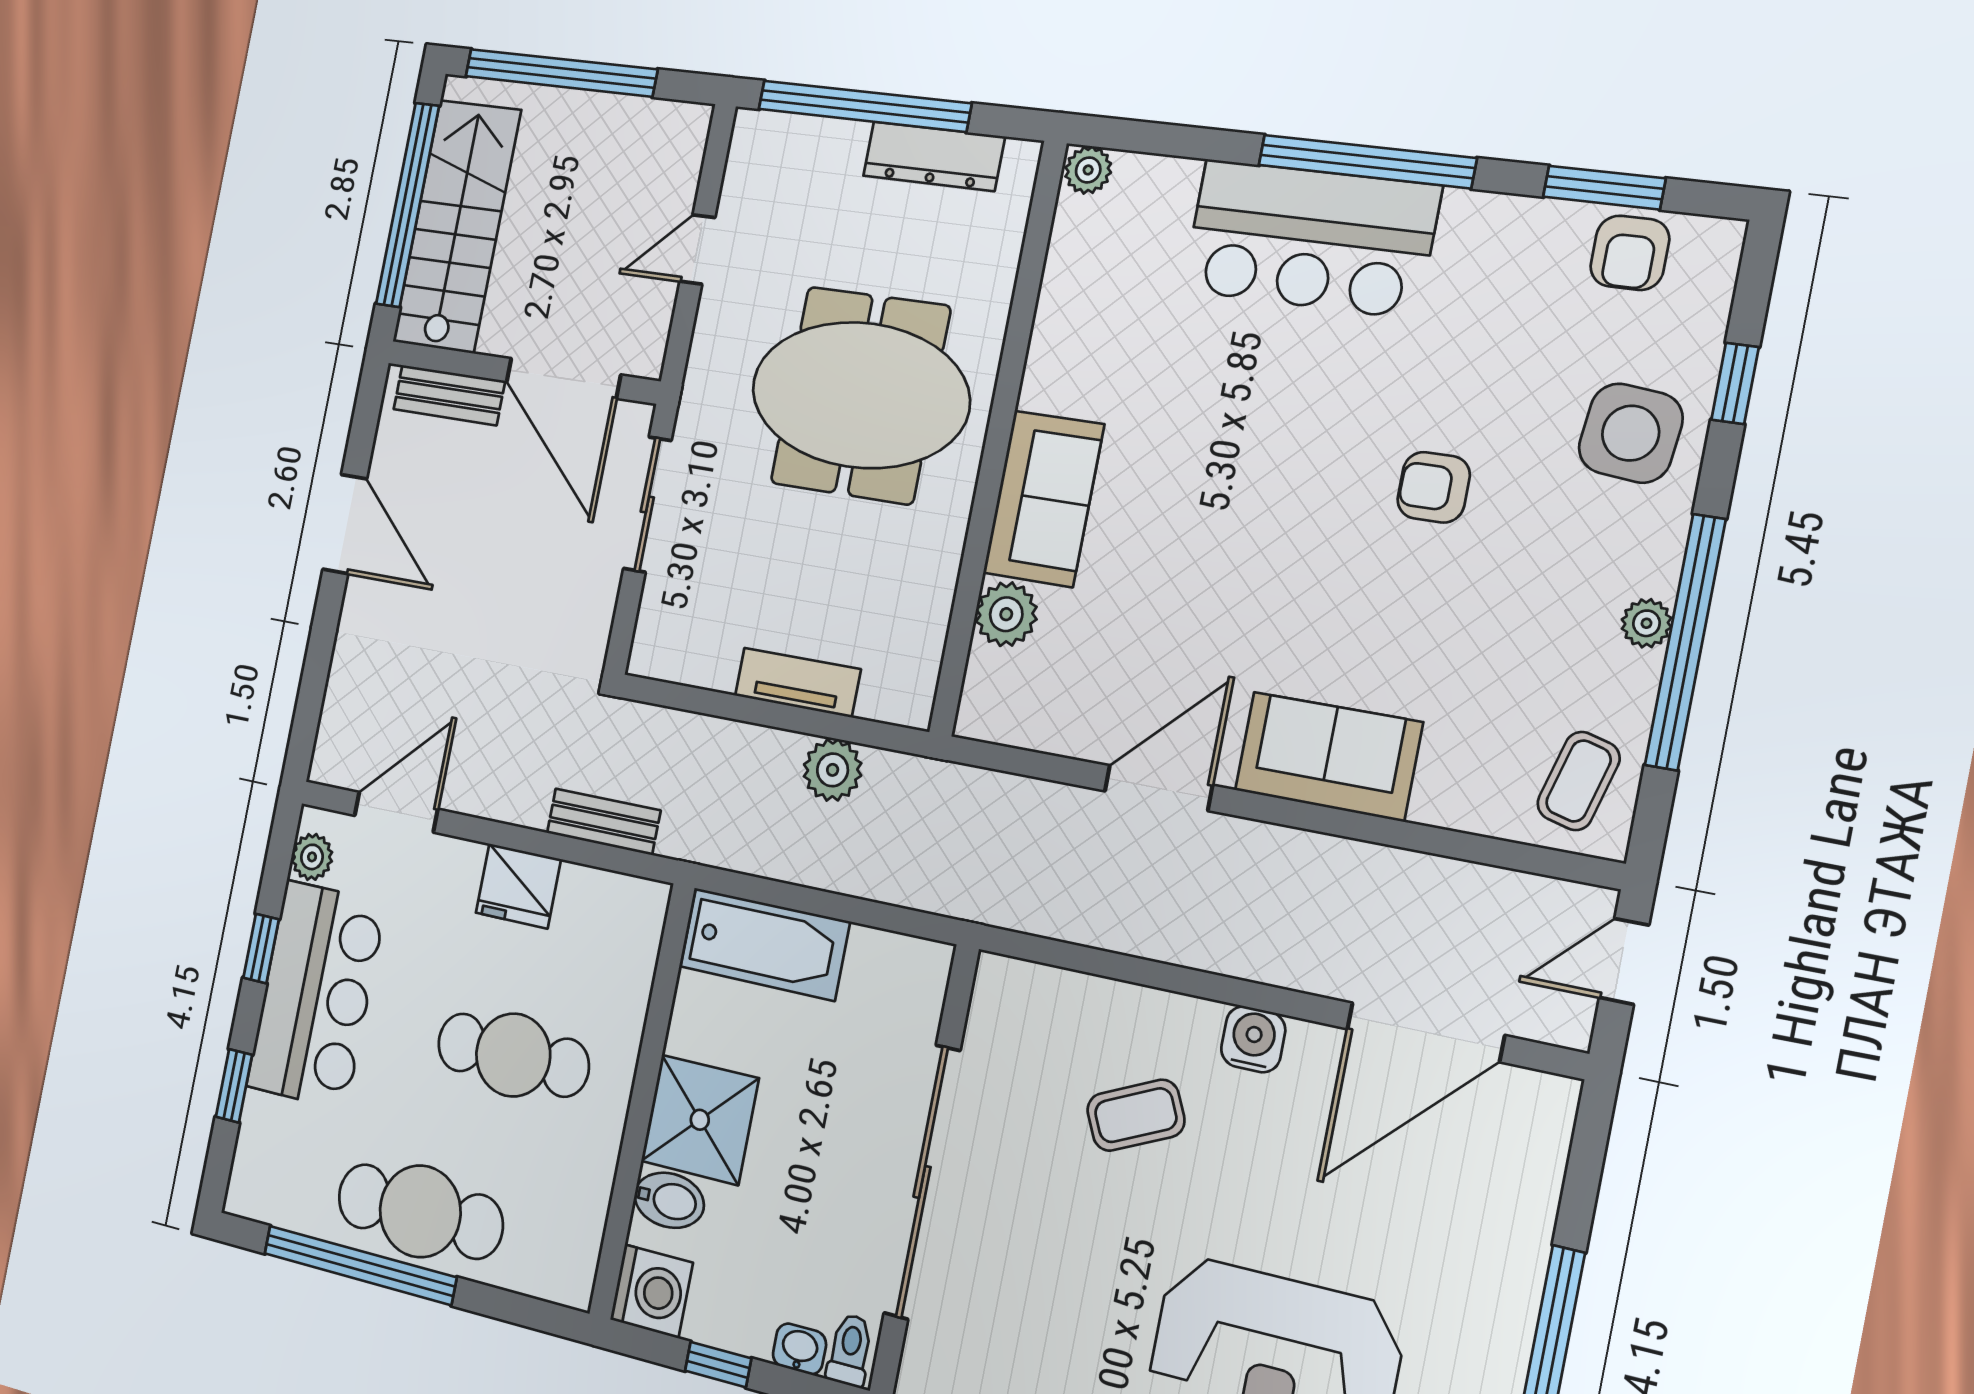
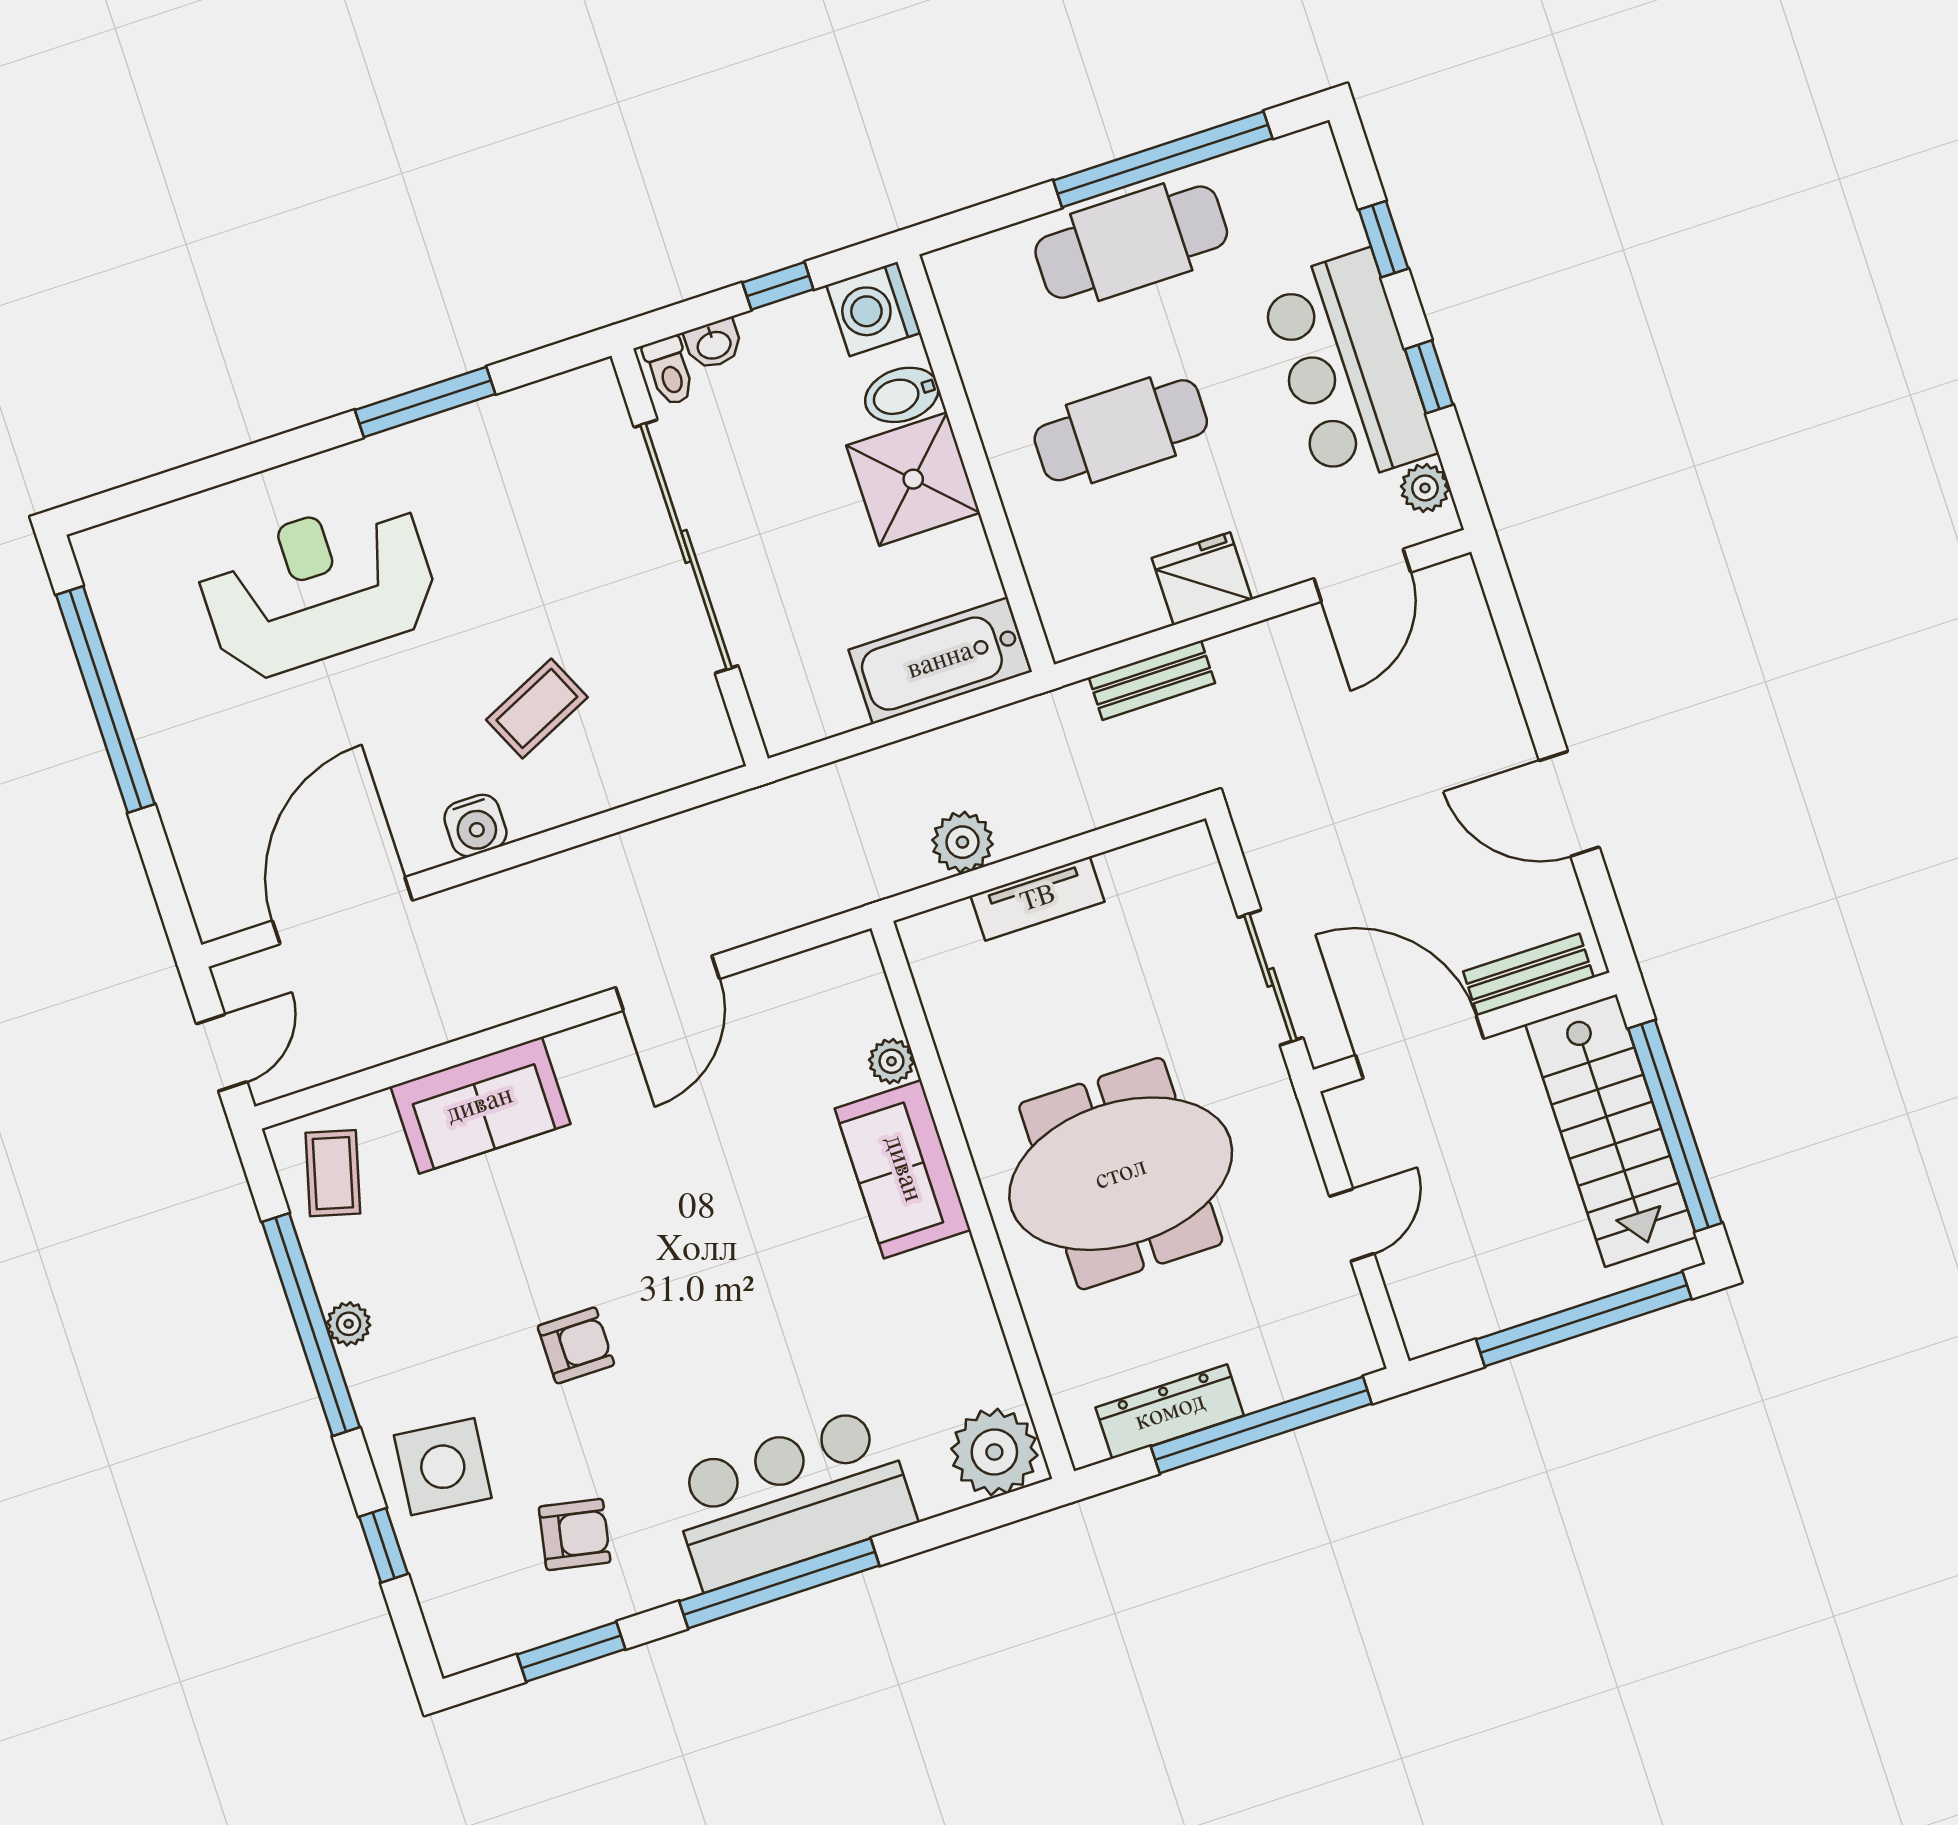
plant: (1088, 170) -> (994, 1452), width x1.87, depth x1.87
armchair: (1630, 253) -> (575, 1534), moved, turned 101
plant: (1006, 614) -> (891, 1061), width x0.73, depth x0.73
sofa: (1328, 756) -> (480, 1105), moved

